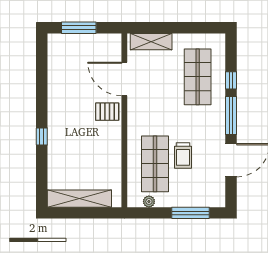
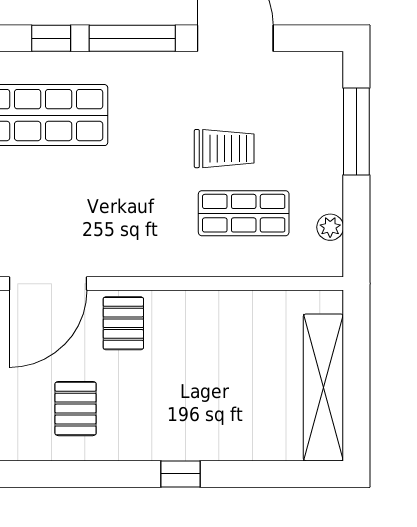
pallet: (70, 91) -> (76, 409), added
shop shelf: (155, 164) -> (244, 213), width x0.70, depth x0.74

